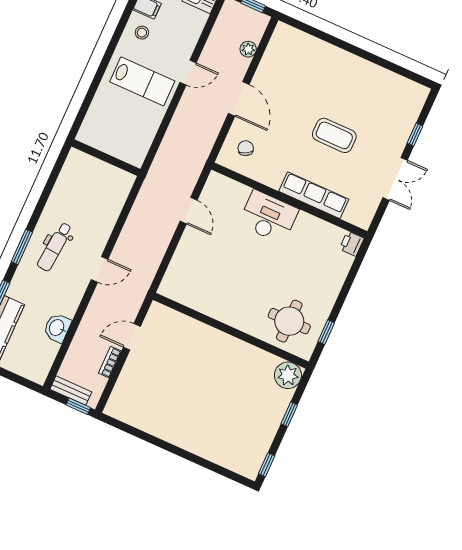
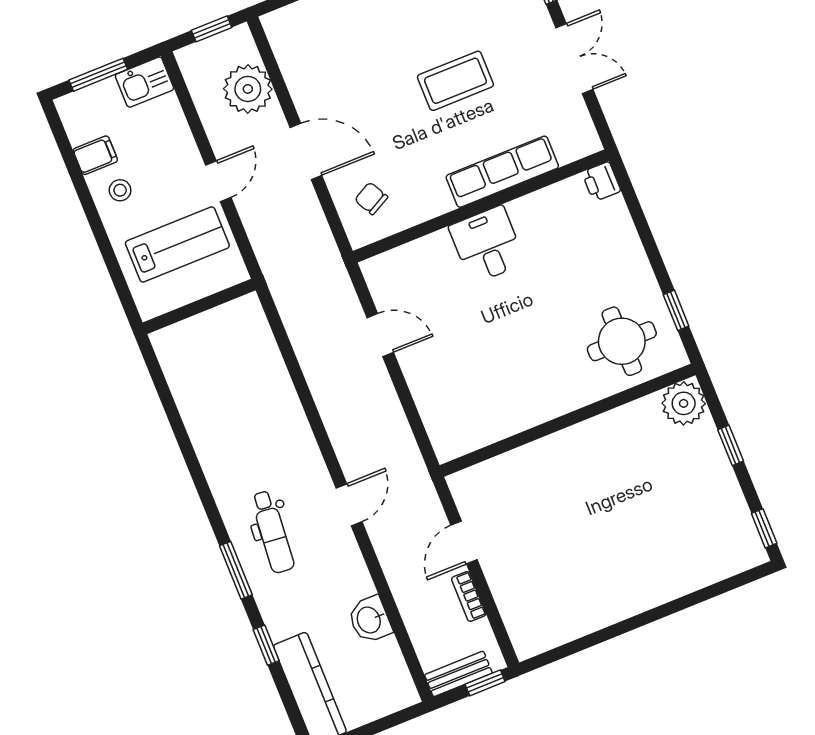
plant: (248, 49) -> (248, 89), width x1.88, depth x1.88
wall: (106, 158) -> (199, 306), moved
desk: (268, 217) -> (487, 245), width x0.73

